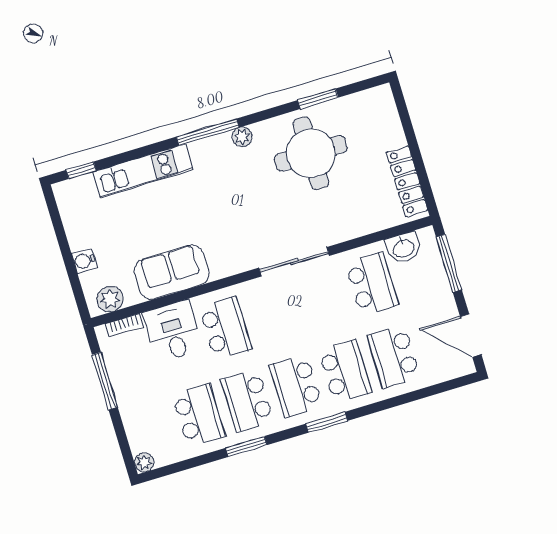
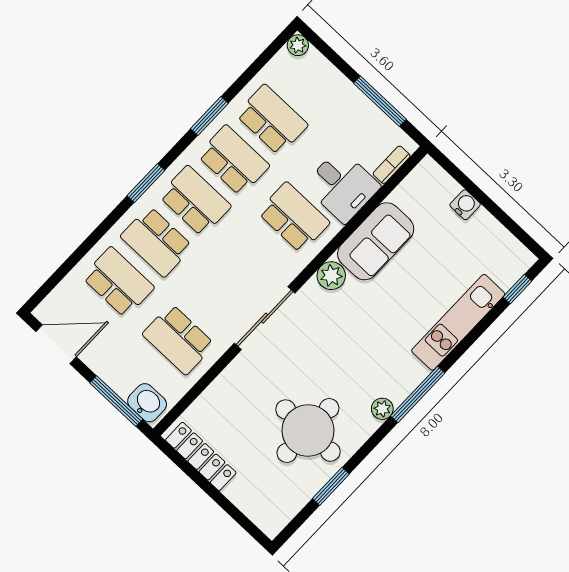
washbasin: (404, 248) -> (147, 403), moved, turned 90
plant: (110, 299) -> (331, 276), moved
school desk: (225, 328) -> (294, 217), turned 180
school desk: (199, 415) -> (272, 120), turned 180

